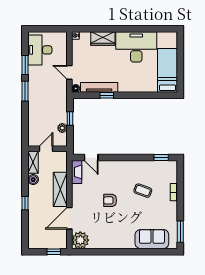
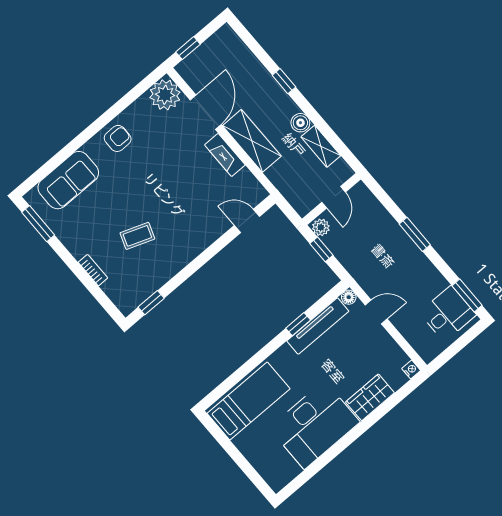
desk: (40, 50) -> (448, 314), width x0.73
window: (25, 65) -> (467, 296), moved
bed: (168, 70) -> (249, 401), moved, turned -90
door: (46, 149) -> (334, 197), moved
wall: (48, 149) -> (331, 199), moved
fireplace: (77, 172) -> (225, 155), moved
armchair: (110, 200) -> (118, 138), moved

